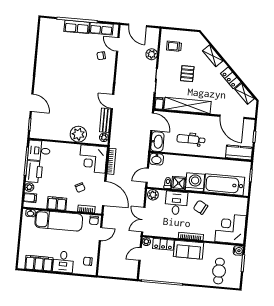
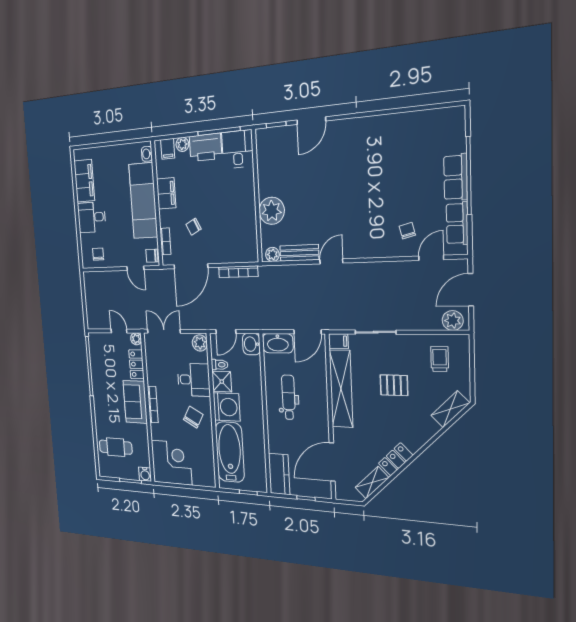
plant: (152, 54) -> (453, 321), moved
shelving: (213, 56) -> (450, 409), moved
corner desk: (93, 159) -> (238, 241), removed
door: (147, 175) -> (226, 331), swing flipped

